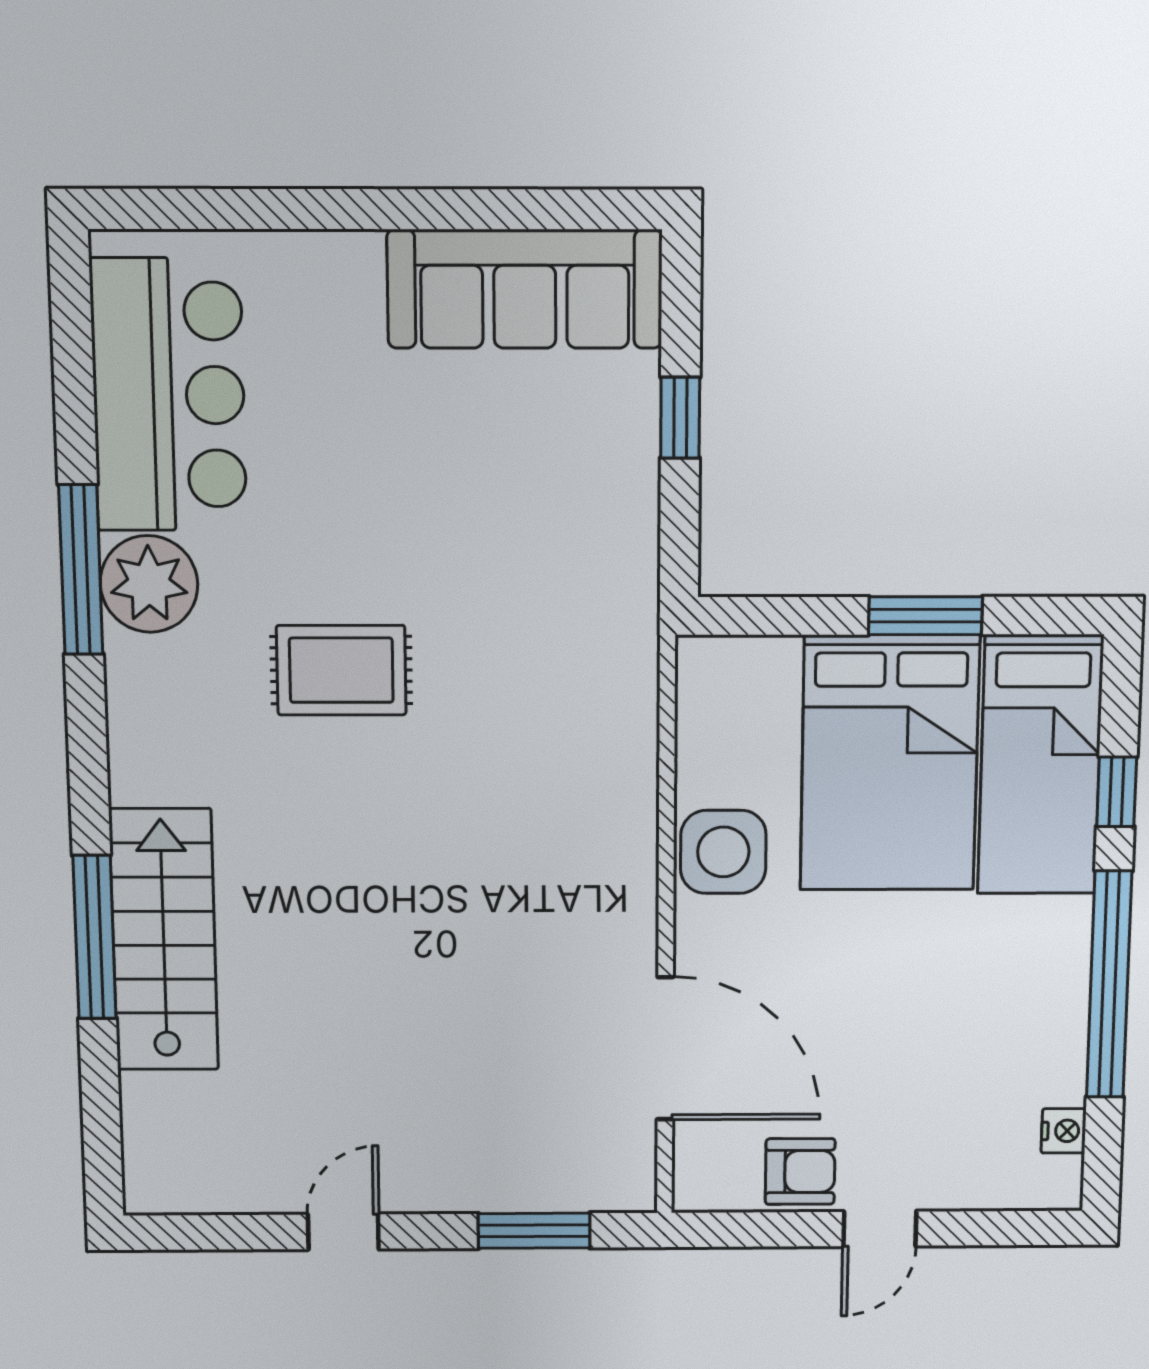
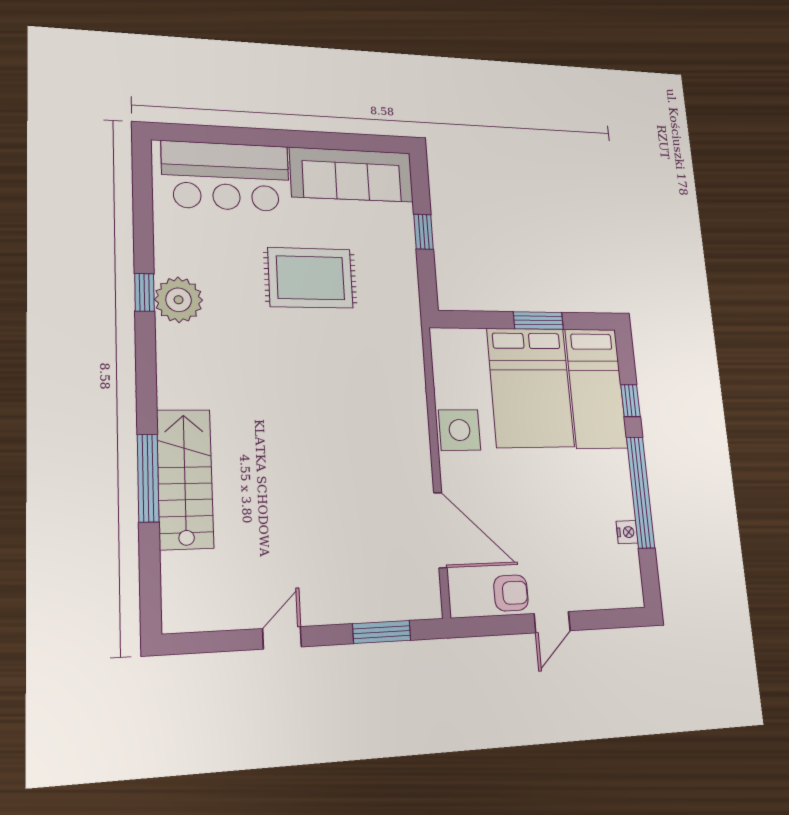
bar counter: (169, 395) -> (226, 176), moved, turned 90
window: (81, 570) -> (144, 292), width x0.46
rug: (341, 670) -> (310, 278), moved, width x1.36, depth x1.43
nightstand: (1064, 1131) -> (627, 532), moved

